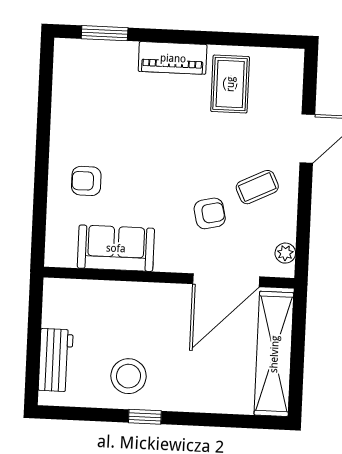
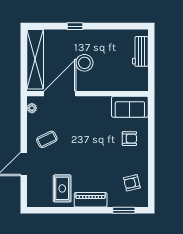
armchair: (210, 213) -> (132, 183), moved
sofa: (116, 248) -> (130, 107), moved
stool: (129, 376) -> (84, 63), moved
window: (145, 417) -> (75, 26), moved

